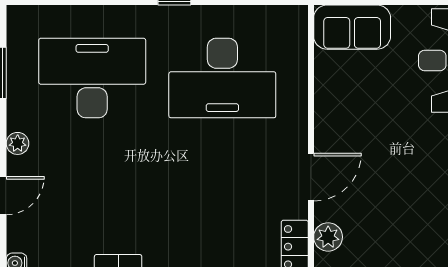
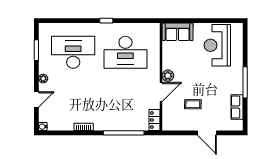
coffee table: (390, 207) -> (193, 104), added
plant: (328, 237) -> (168, 76), moved

